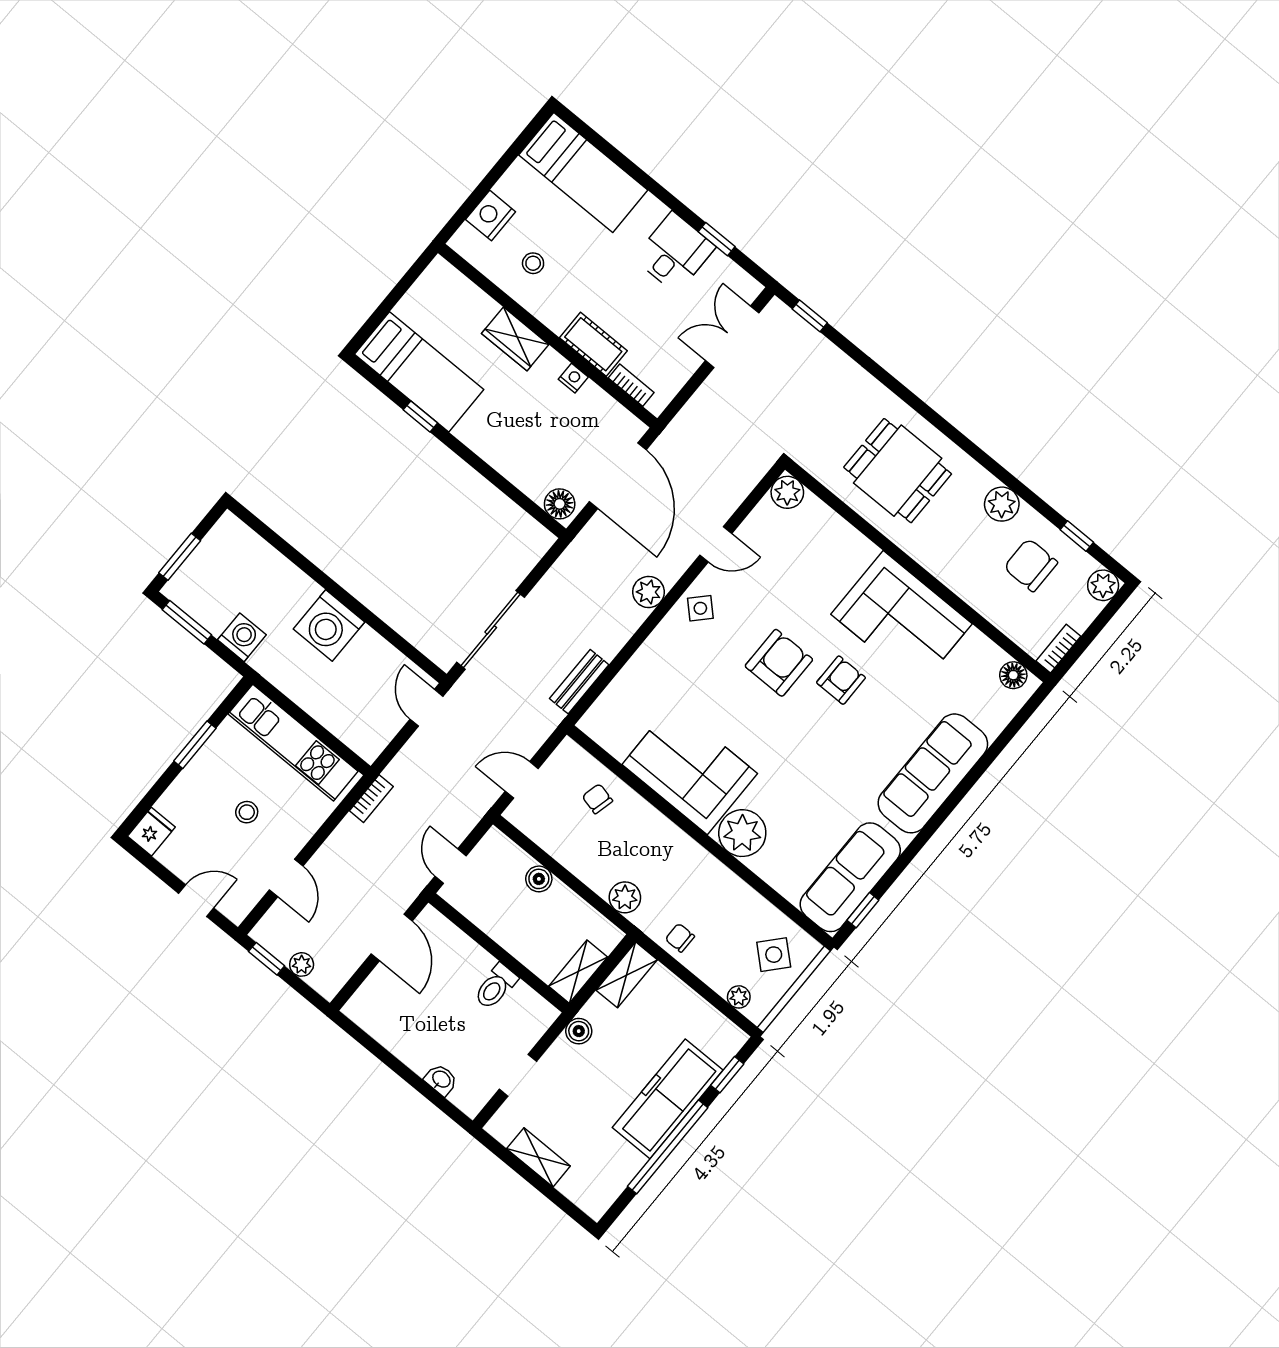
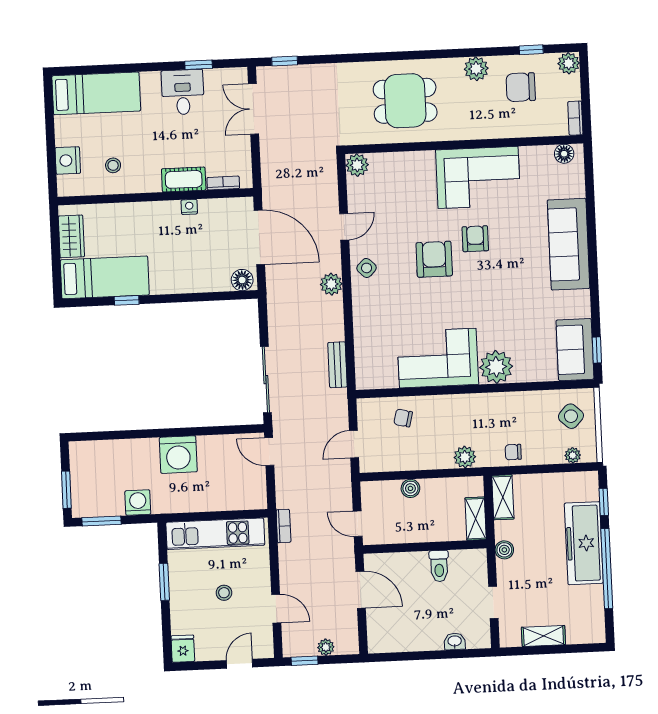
wardrobe: (515, 339) -> (71, 236), moved, turned -90
sofa: (850, 877) -> (575, 350), width x0.73

